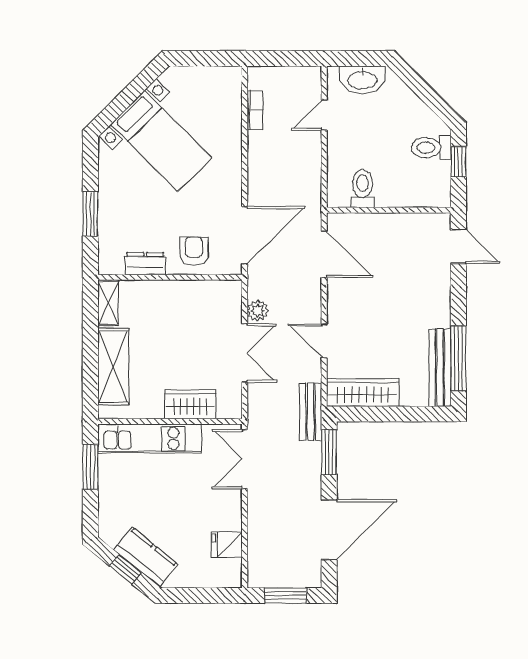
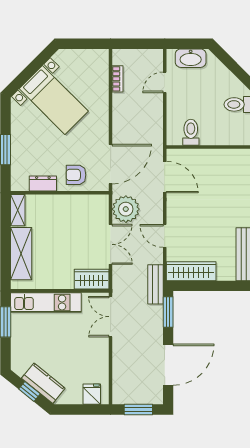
armchair: (194, 251) -> (76, 175), turned -90
plant: (258, 311) -> (126, 209), width x1.87, depth x1.87
wardrobe: (190, 404) -> (92, 279), moved
fridge: (227, 545) -> (92, 394), moved, turned 90

